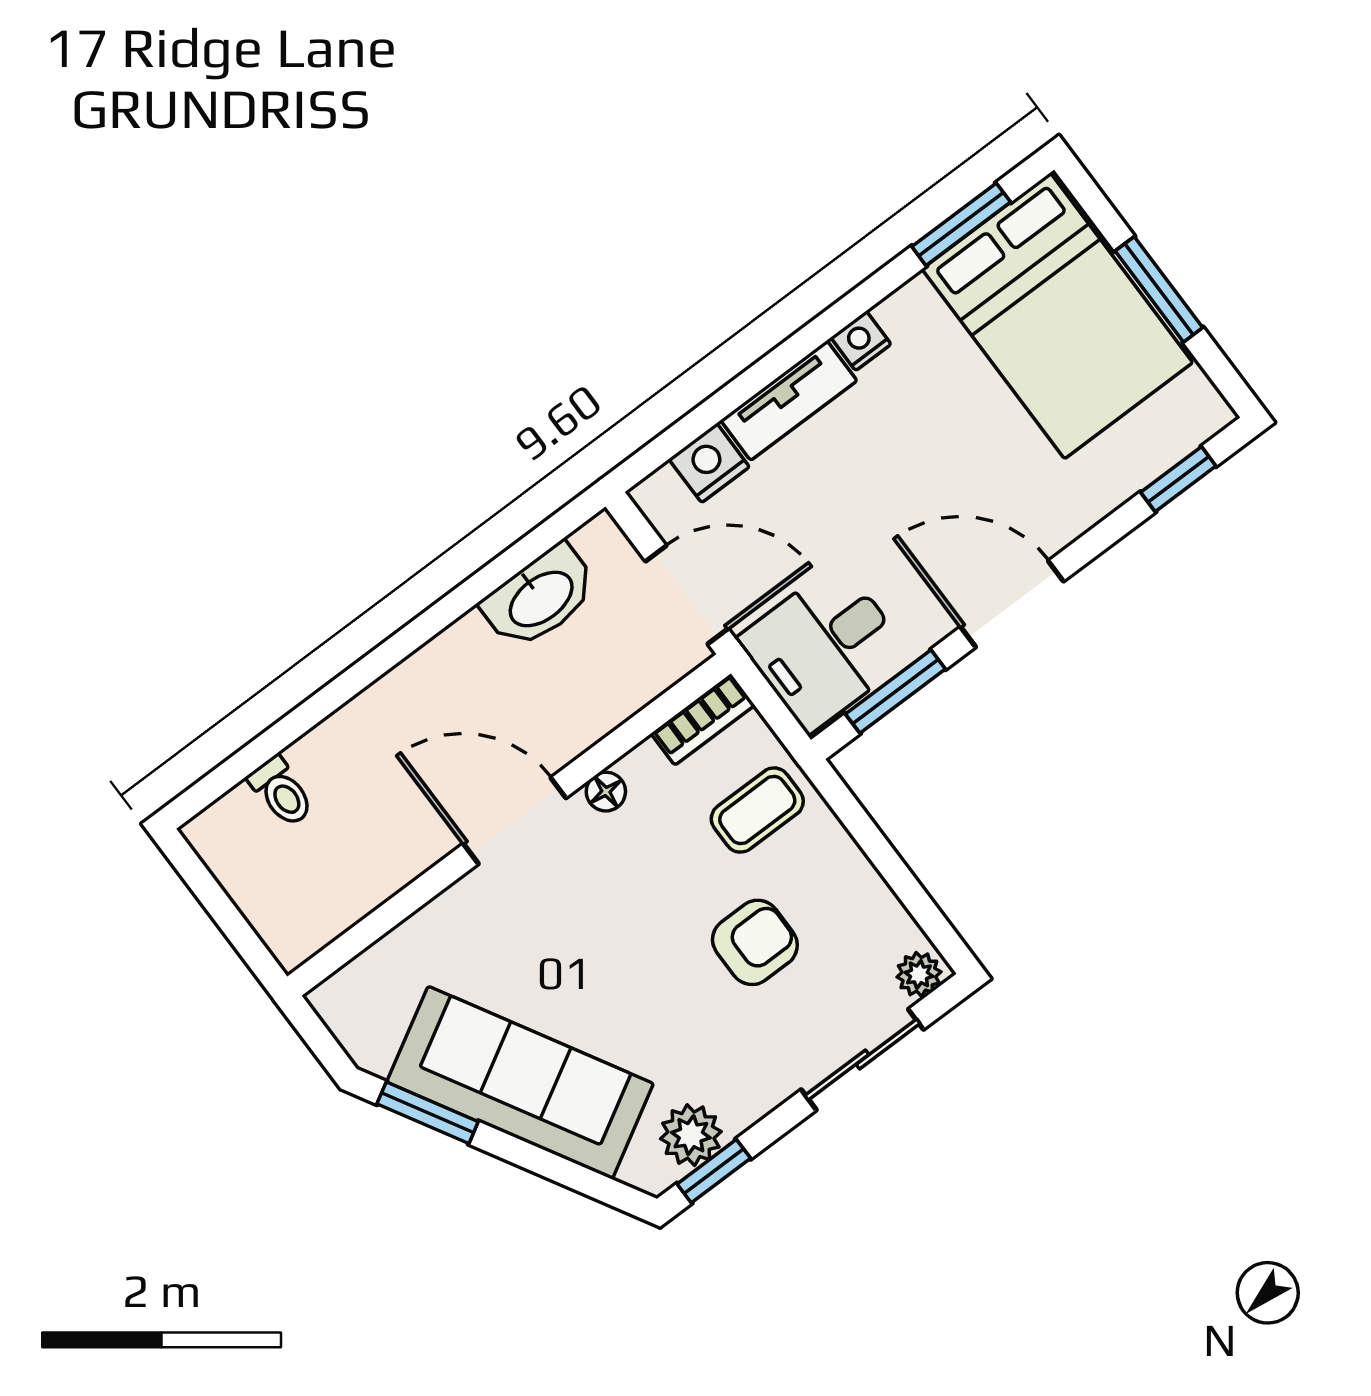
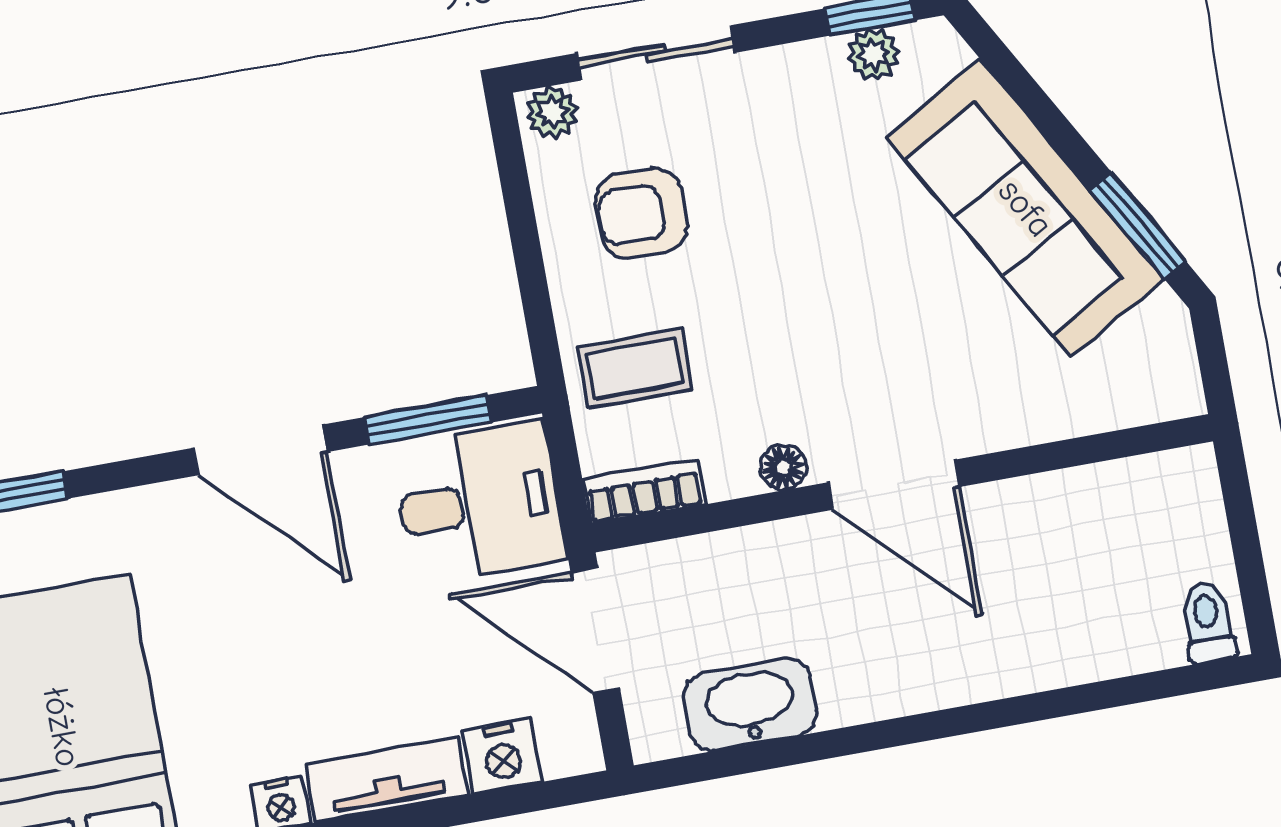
toilet: (281, 792) -> (1208, 622), moved
armchair: (755, 942) -> (641, 213), moved
plant: (691, 1135) -> (873, 54), width x0.73, depth x0.73

